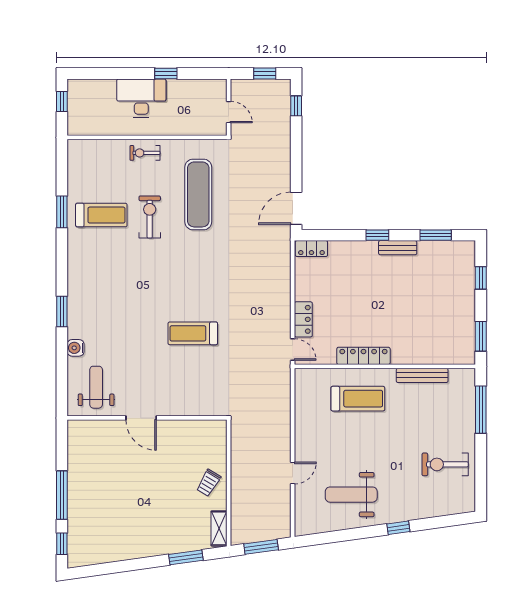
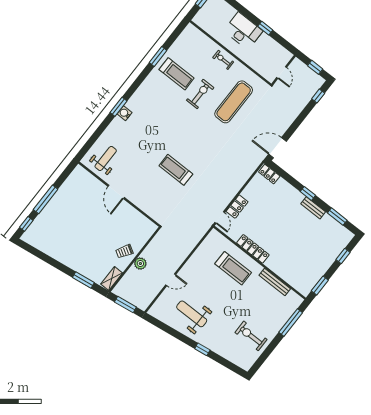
water cooler: (76, 348) -> (125, 113), moved
plant: (240, 482) -> (140, 264), added

